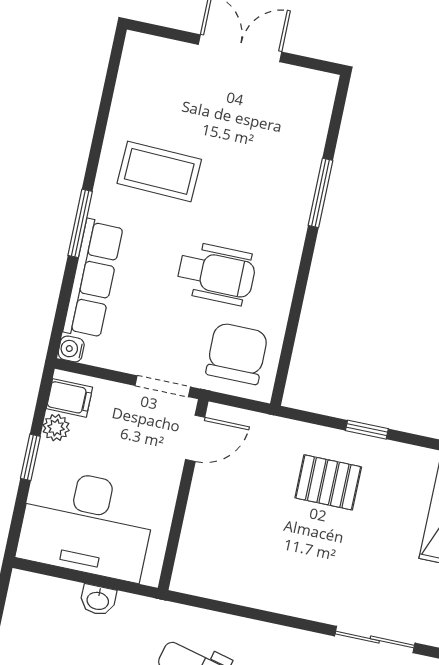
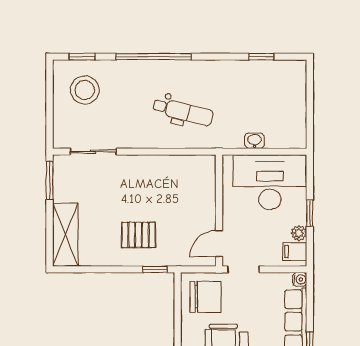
chair: (237, 354) -> (206, 297), turned -90
window: (367, 430) -> (155, 269), moved

